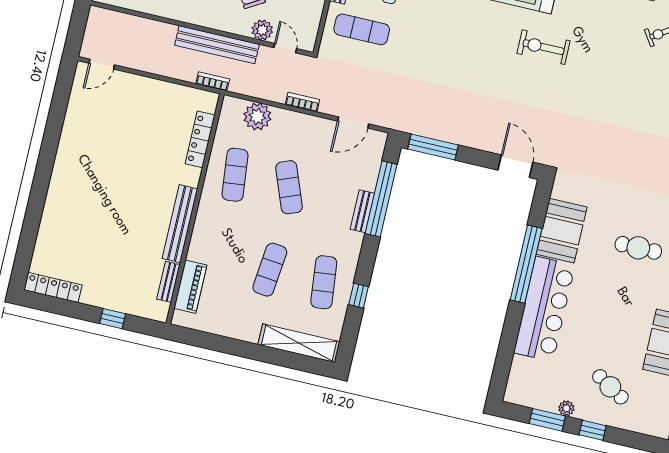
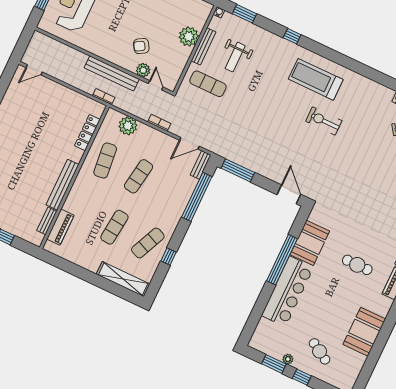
exercise mat: (289, 187) -> (139, 176), turned 30
bench: (362, 211) -> (201, 165), moved
exercise mat: (324, 282) -> (148, 243), turned 30

